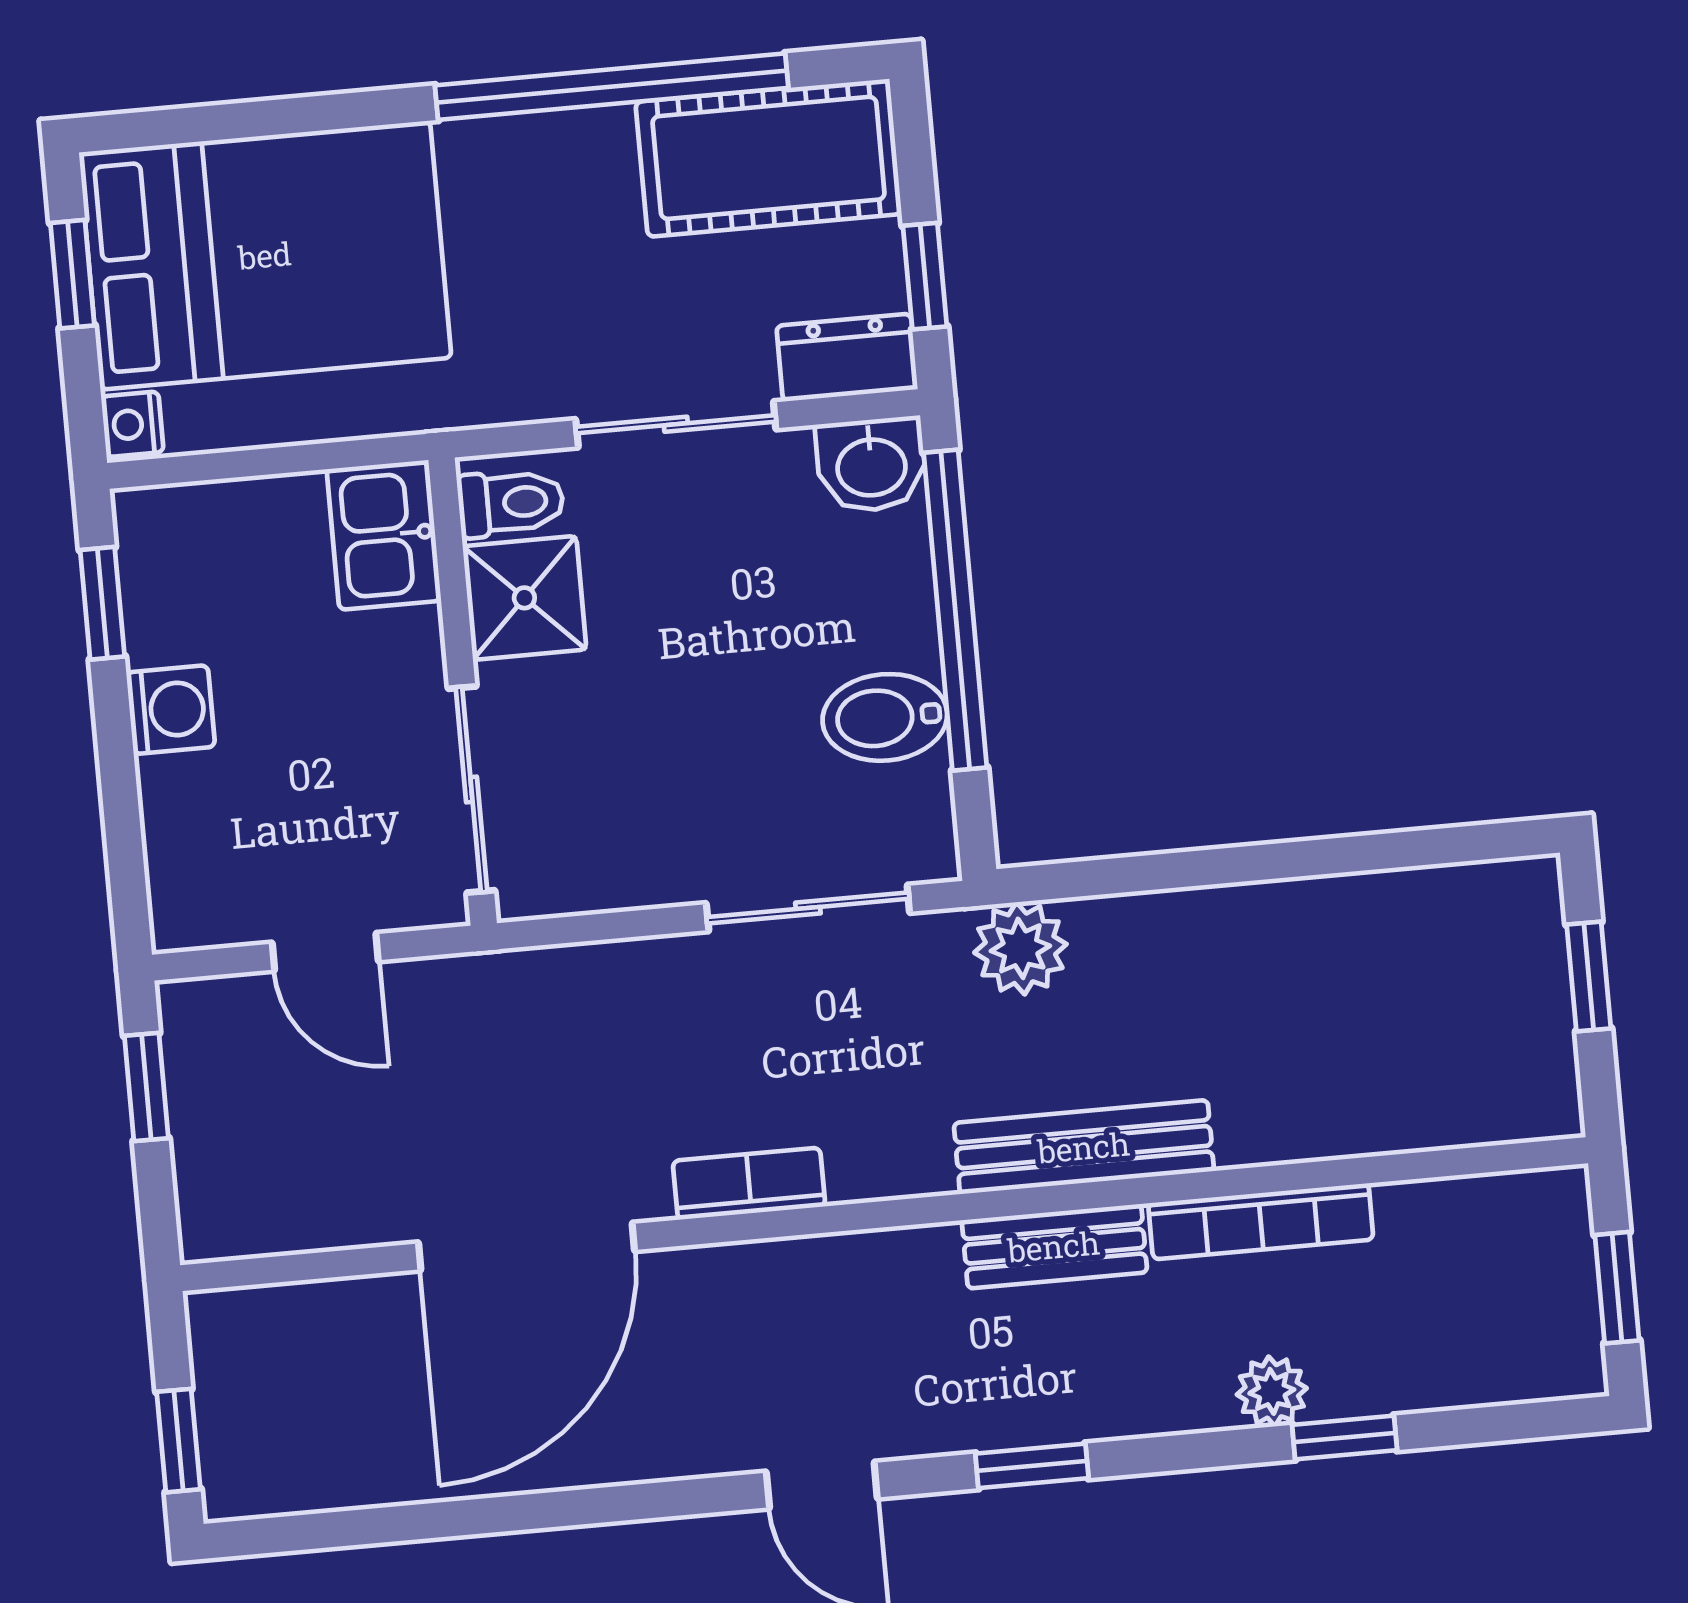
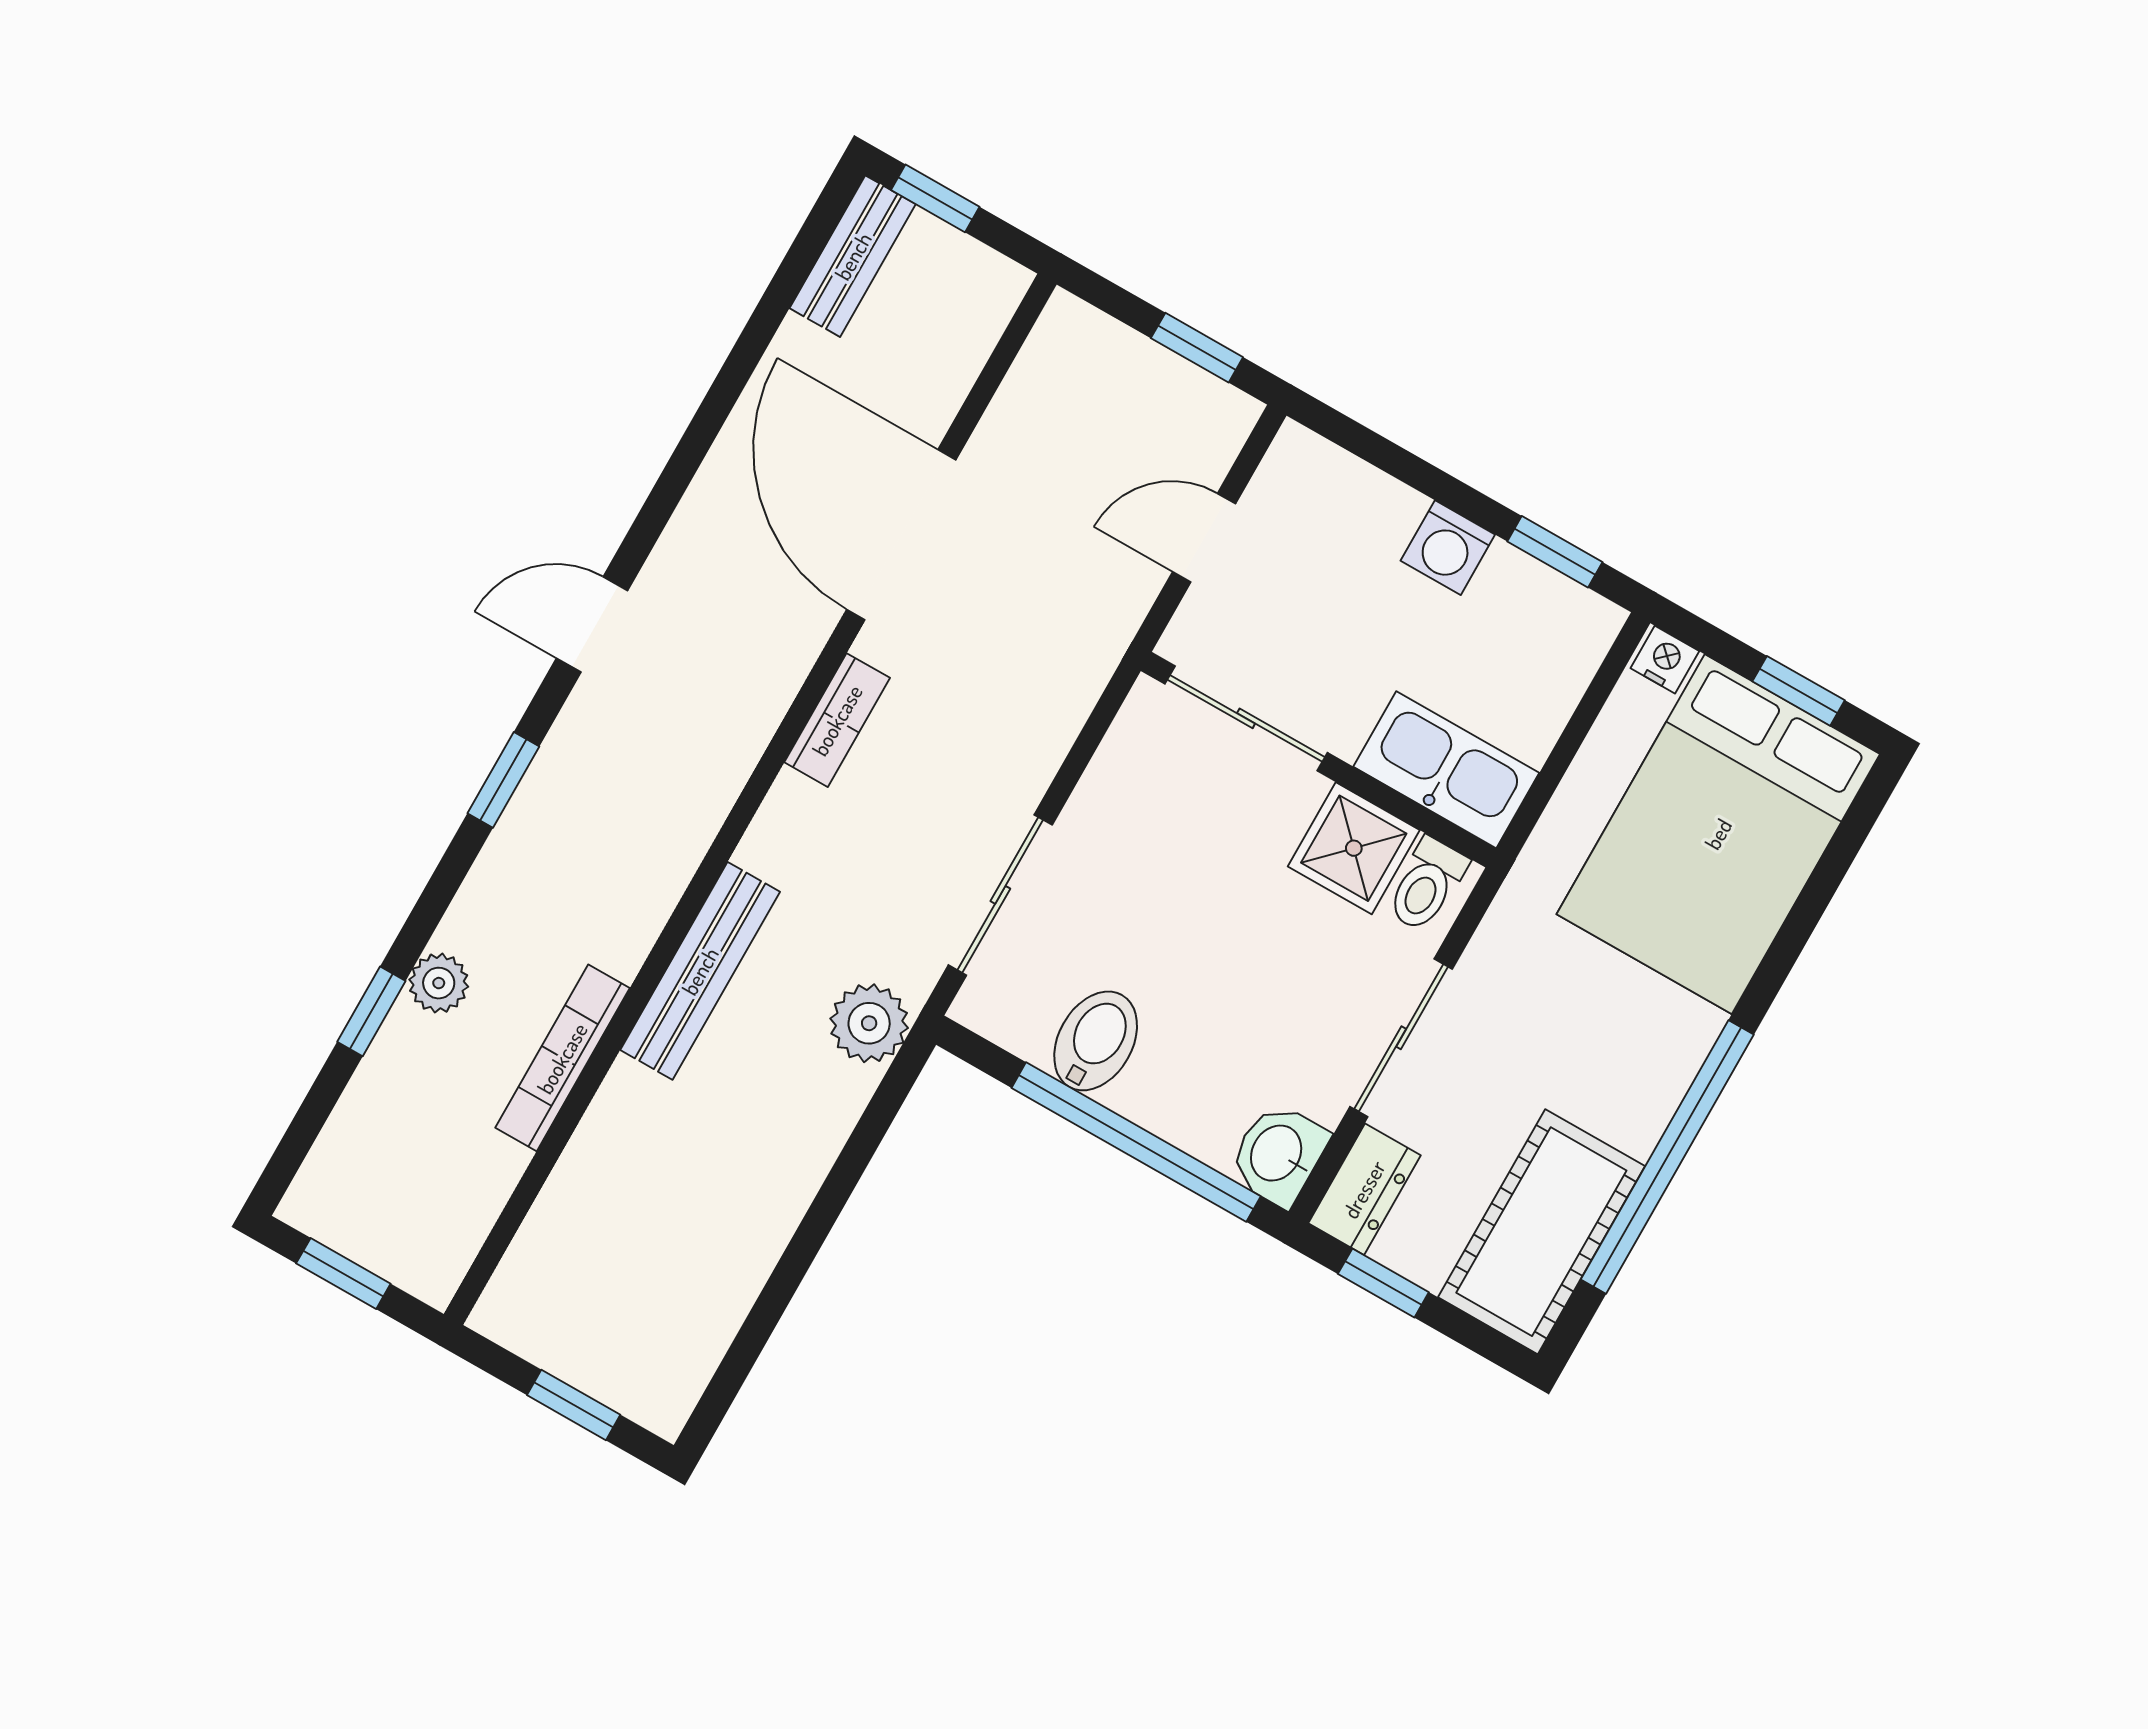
kitchen sink: (384, 535) -> (1446, 770), width x1.38
bench: (1054, 1246) -> (853, 256), moved

